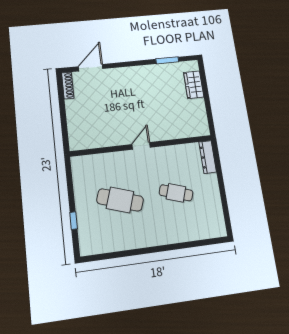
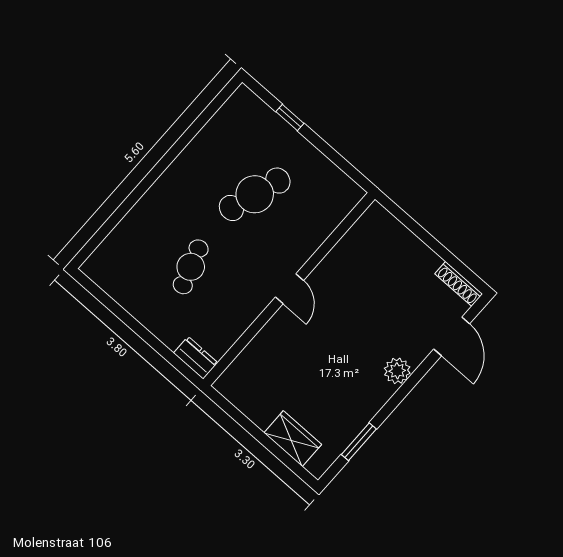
plant: (126, 74) -> (397, 371), added
dresser: (208, 157) -> (196, 358), width x0.70
cafe table: (176, 193) -> (191, 267), turned -36

